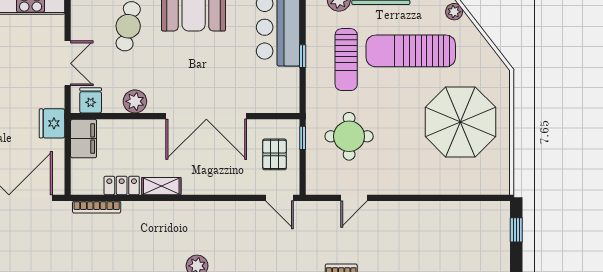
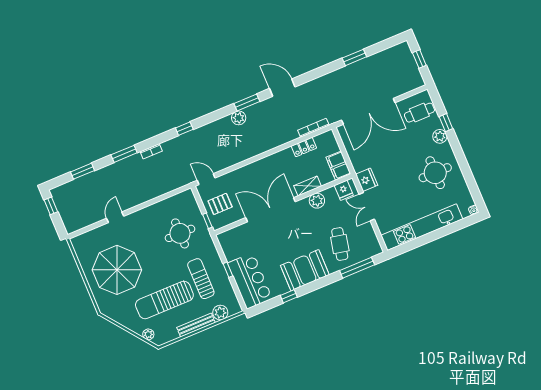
sun lounger: (411, 51) -> (164, 300), turned 180
fridge: (52, 123) -> (367, 180), moved
pallet: (275, 154) -> (220, 204), turned 90
shelving: (161, 186) -> (308, 186), moved
door: (354, 198) -> (115, 217), moved
window: (516, 230) -> (51, 206), moved

